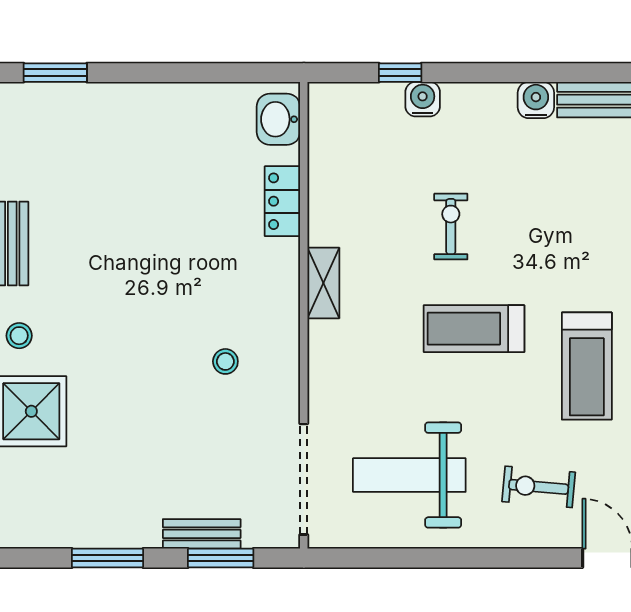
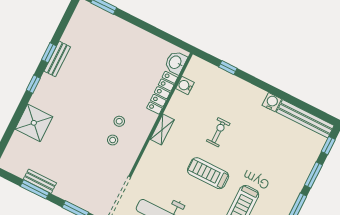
water cooler: (423, 99) -> (185, 86), moved, turned -90
locker: (282, 201) -> (162, 93), width x1.53
stool: (19, 336) -> (119, 121), moved
bench: (202, 534) -> (40, 181), moved

